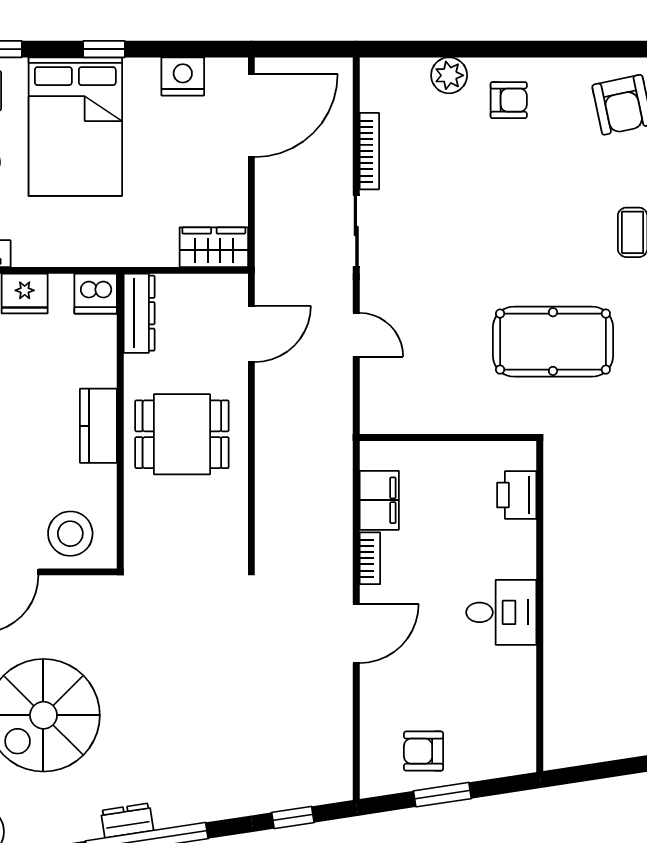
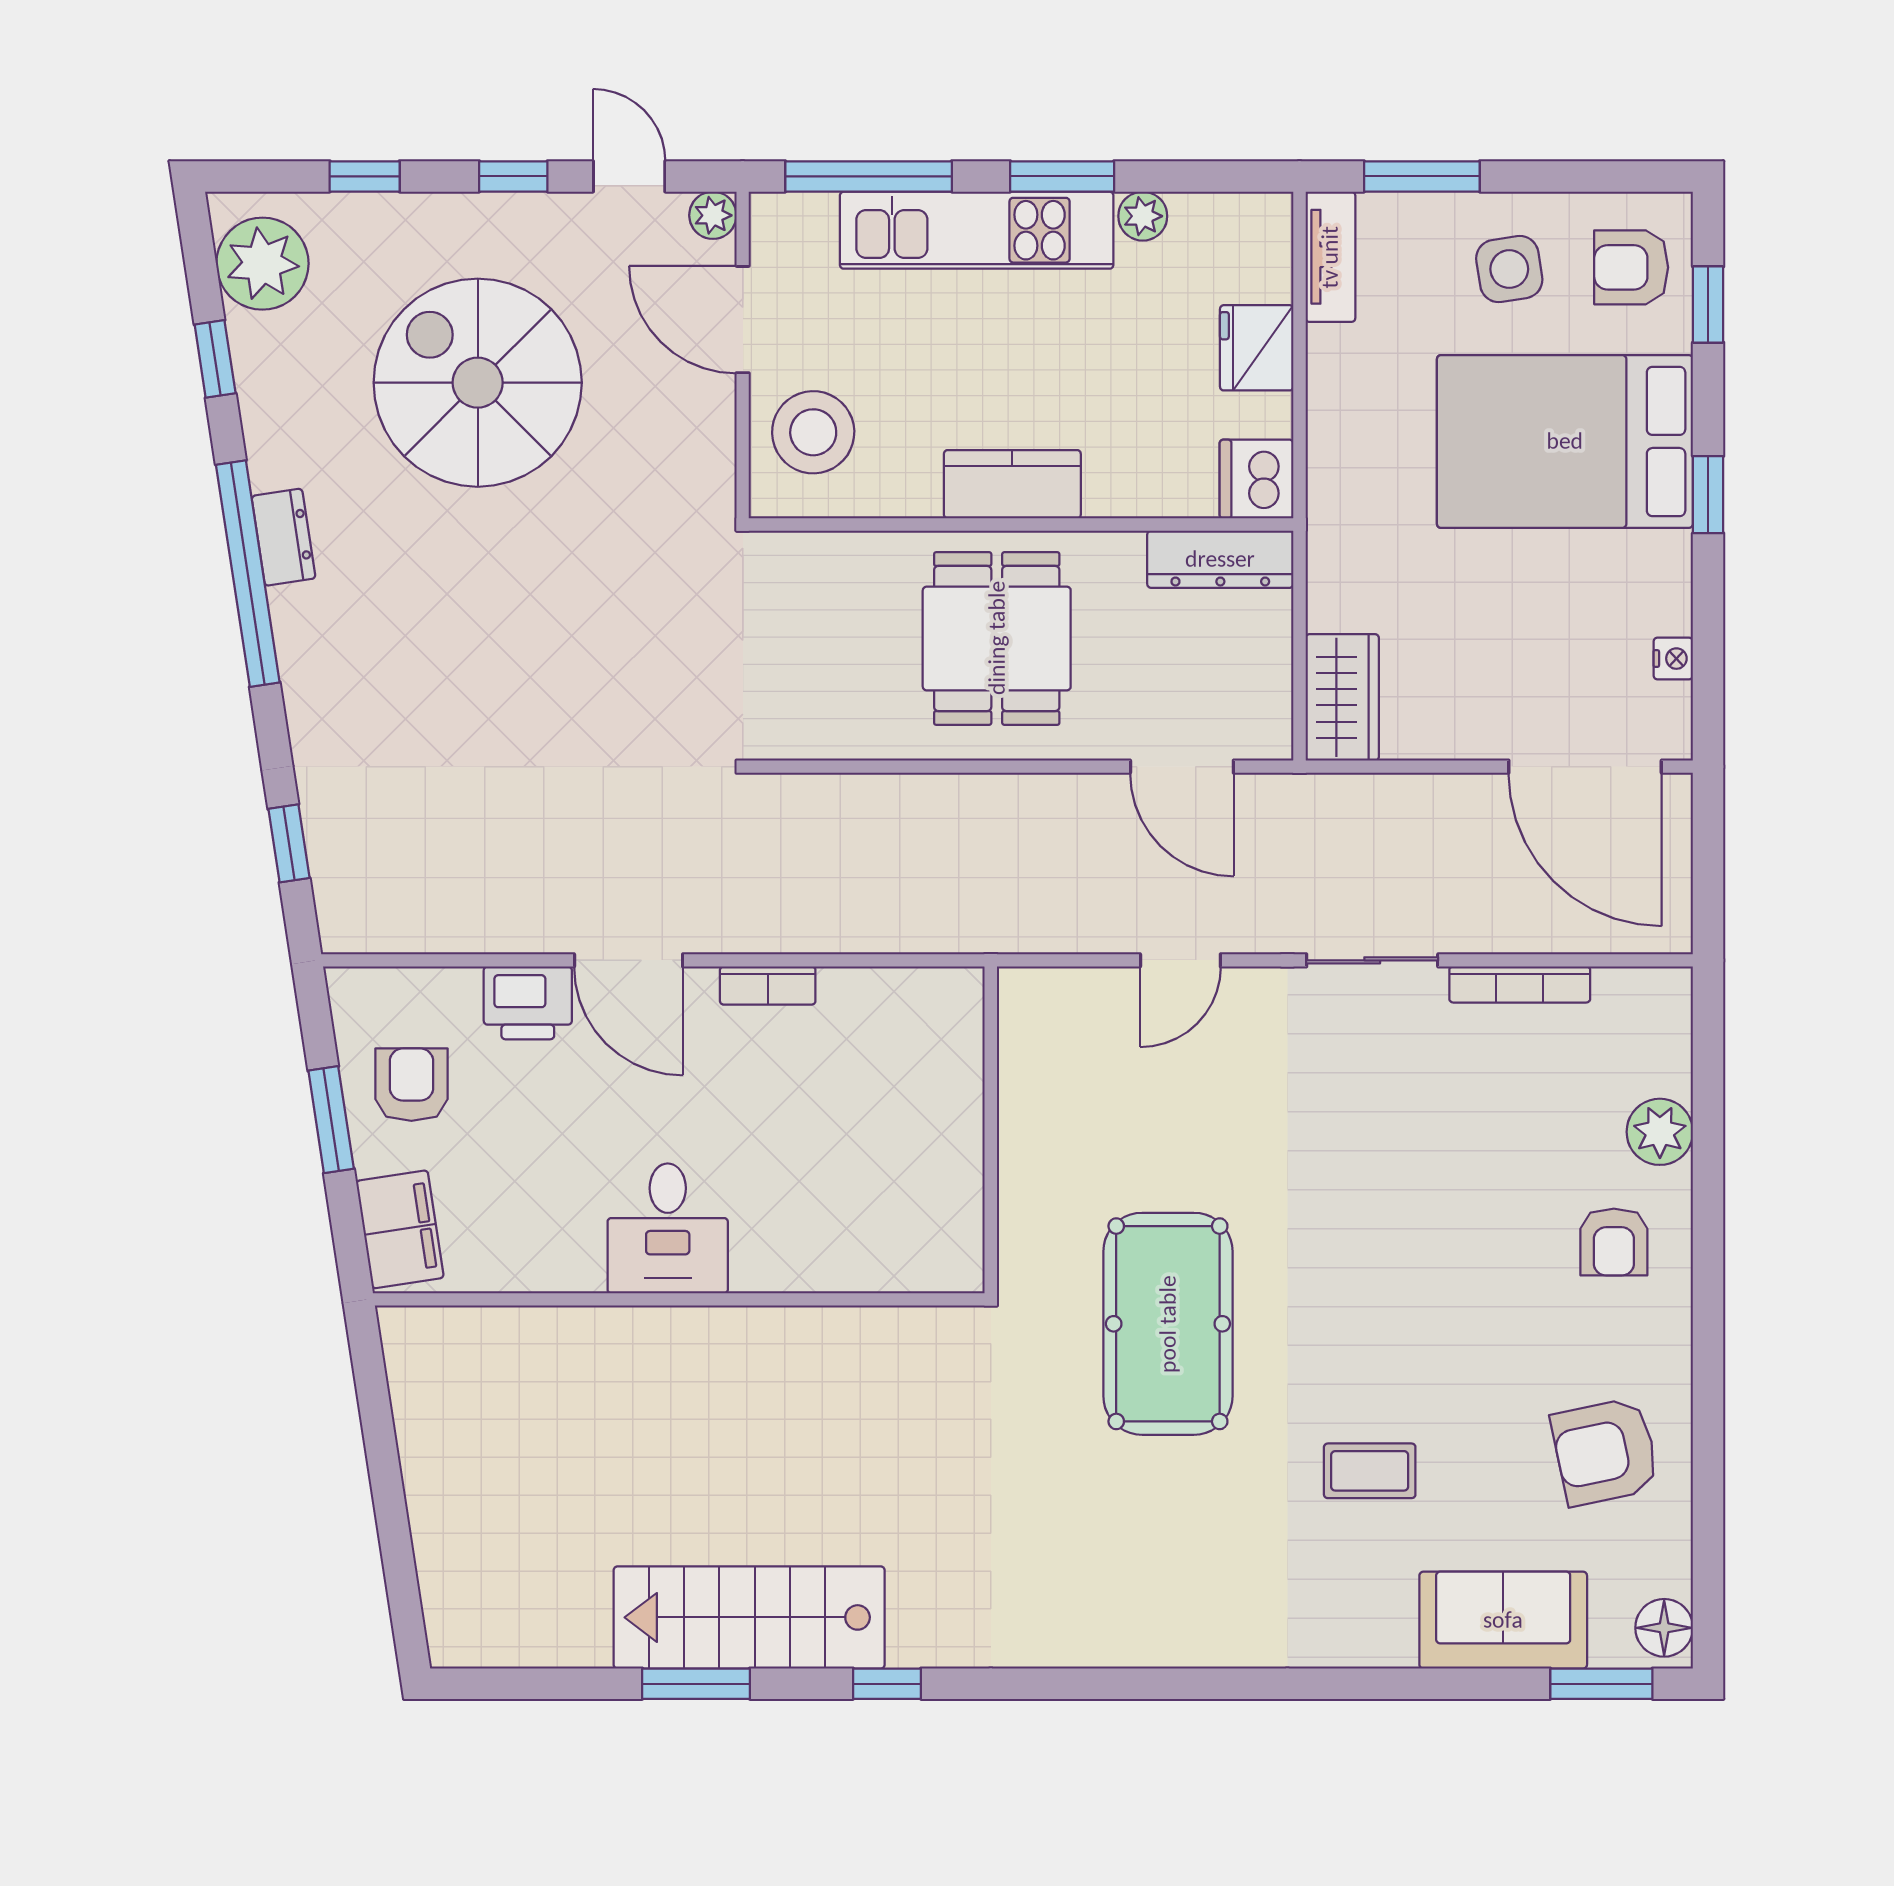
nightstand: (183, 76) -> (1673, 659), width x0.53, depth x0.56
printer: (517, 495) -> (528, 1003), moved, turned 180
filing cabinet: (379, 500) -> (400, 1229), moved, turned -99

